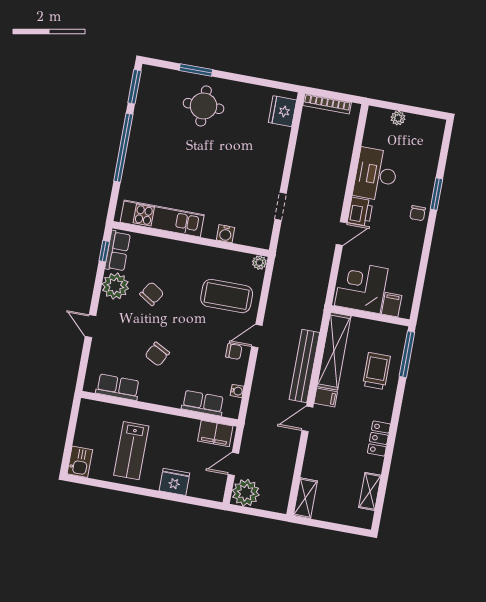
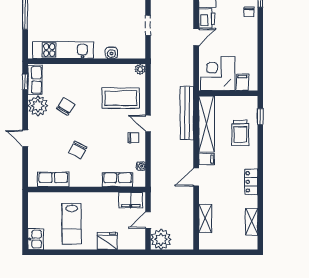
door: (257, 336) -> (148, 123), hinge flipped
window: (407, 354) -> (260, 117), width x0.46
bench: (304, 366) -> (187, 113), moved
trolley: (376, 371) -> (240, 133), turned 180
shelving: (305, 498) -> (205, 218), moved

